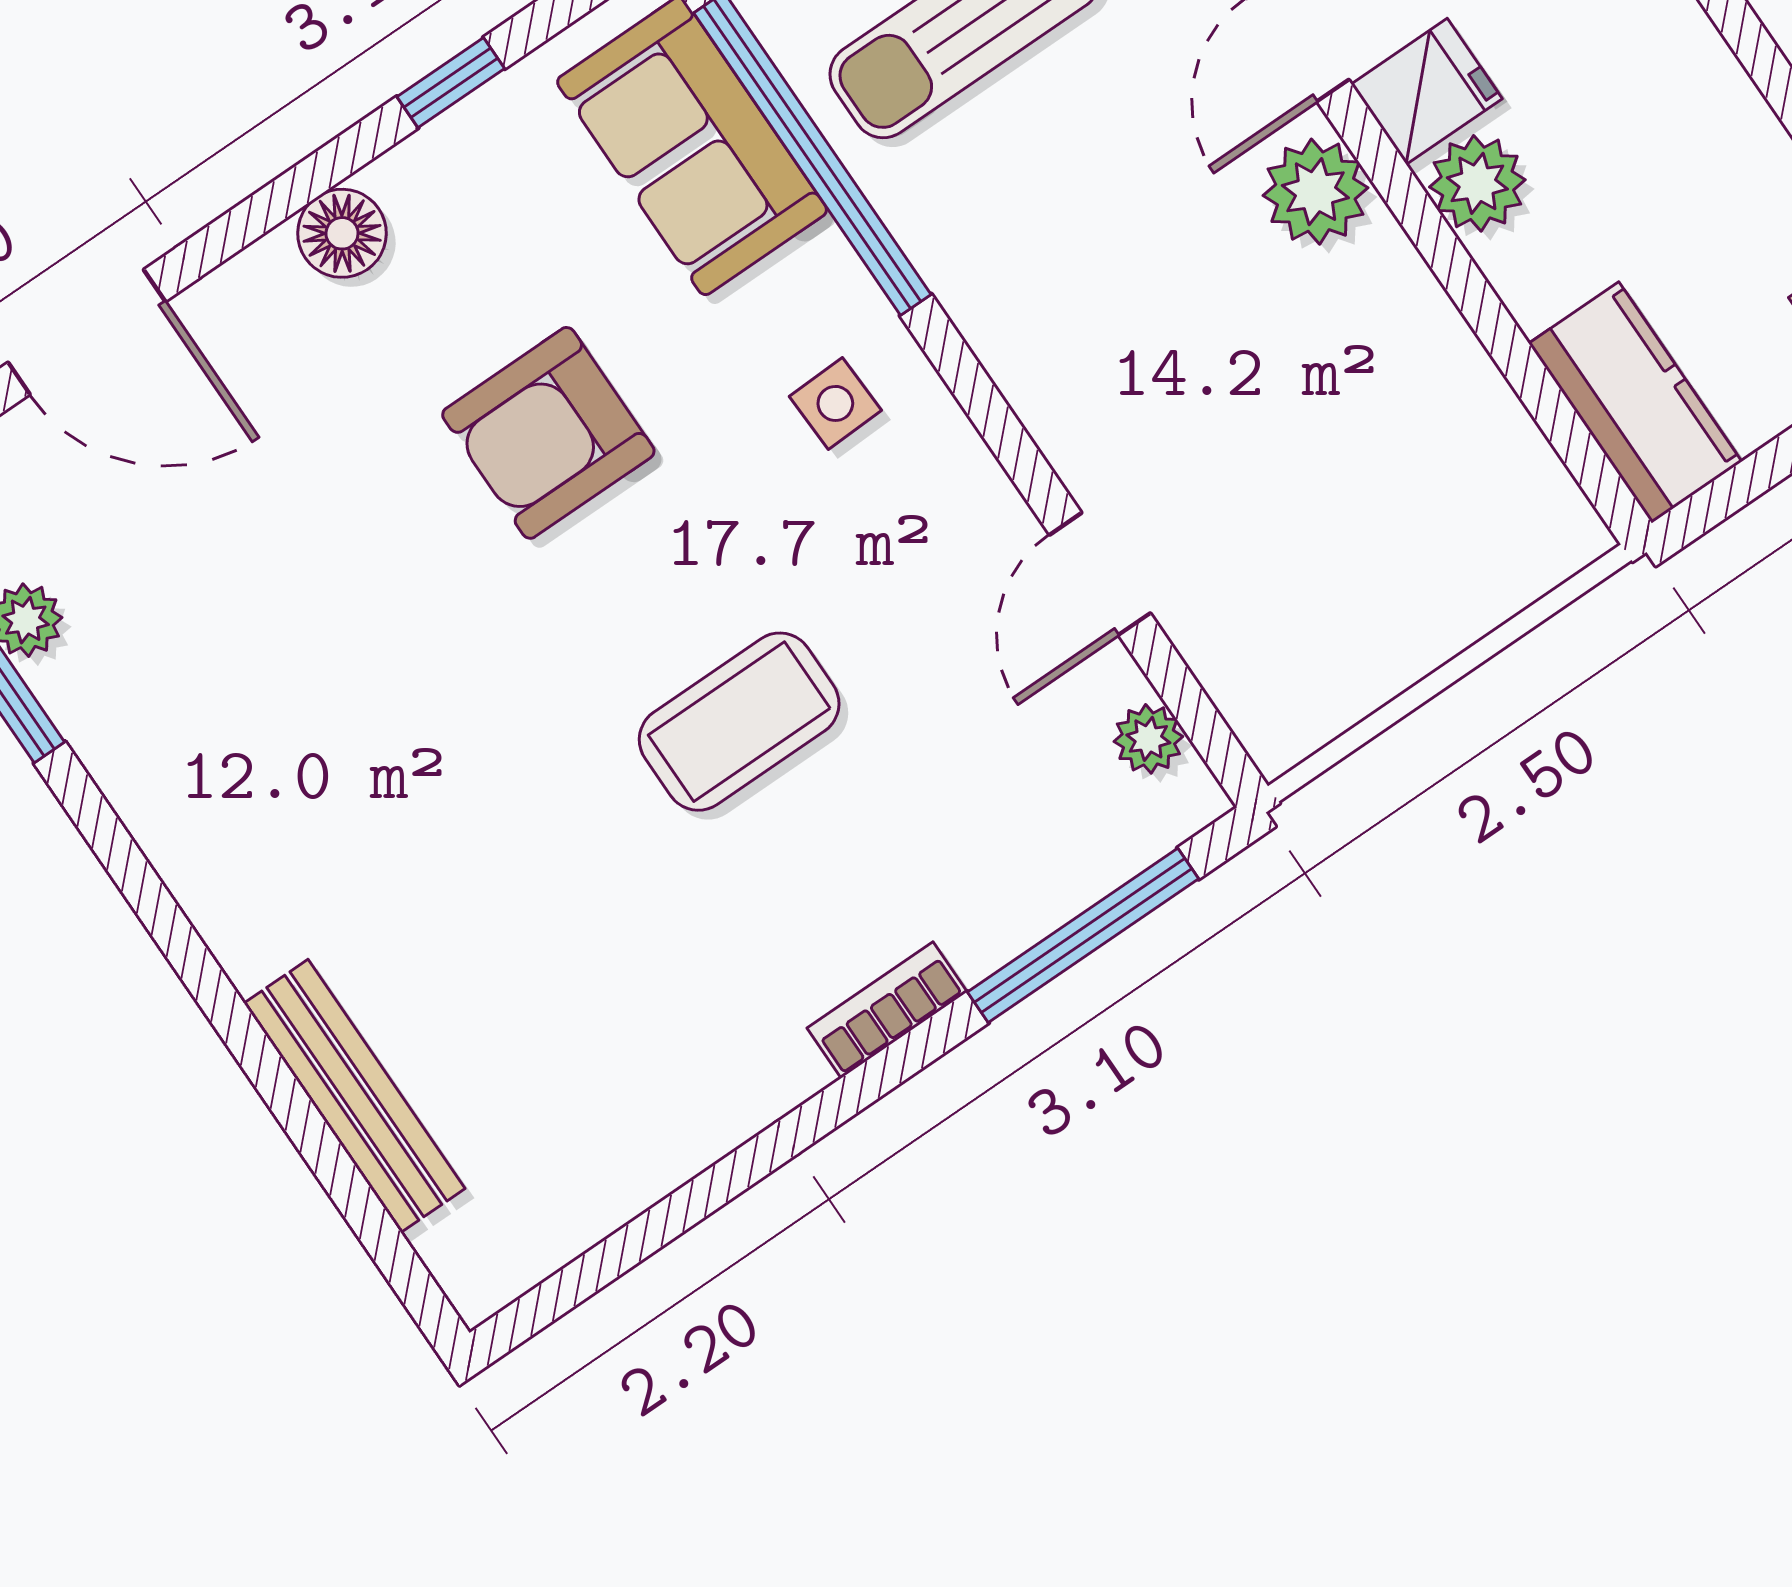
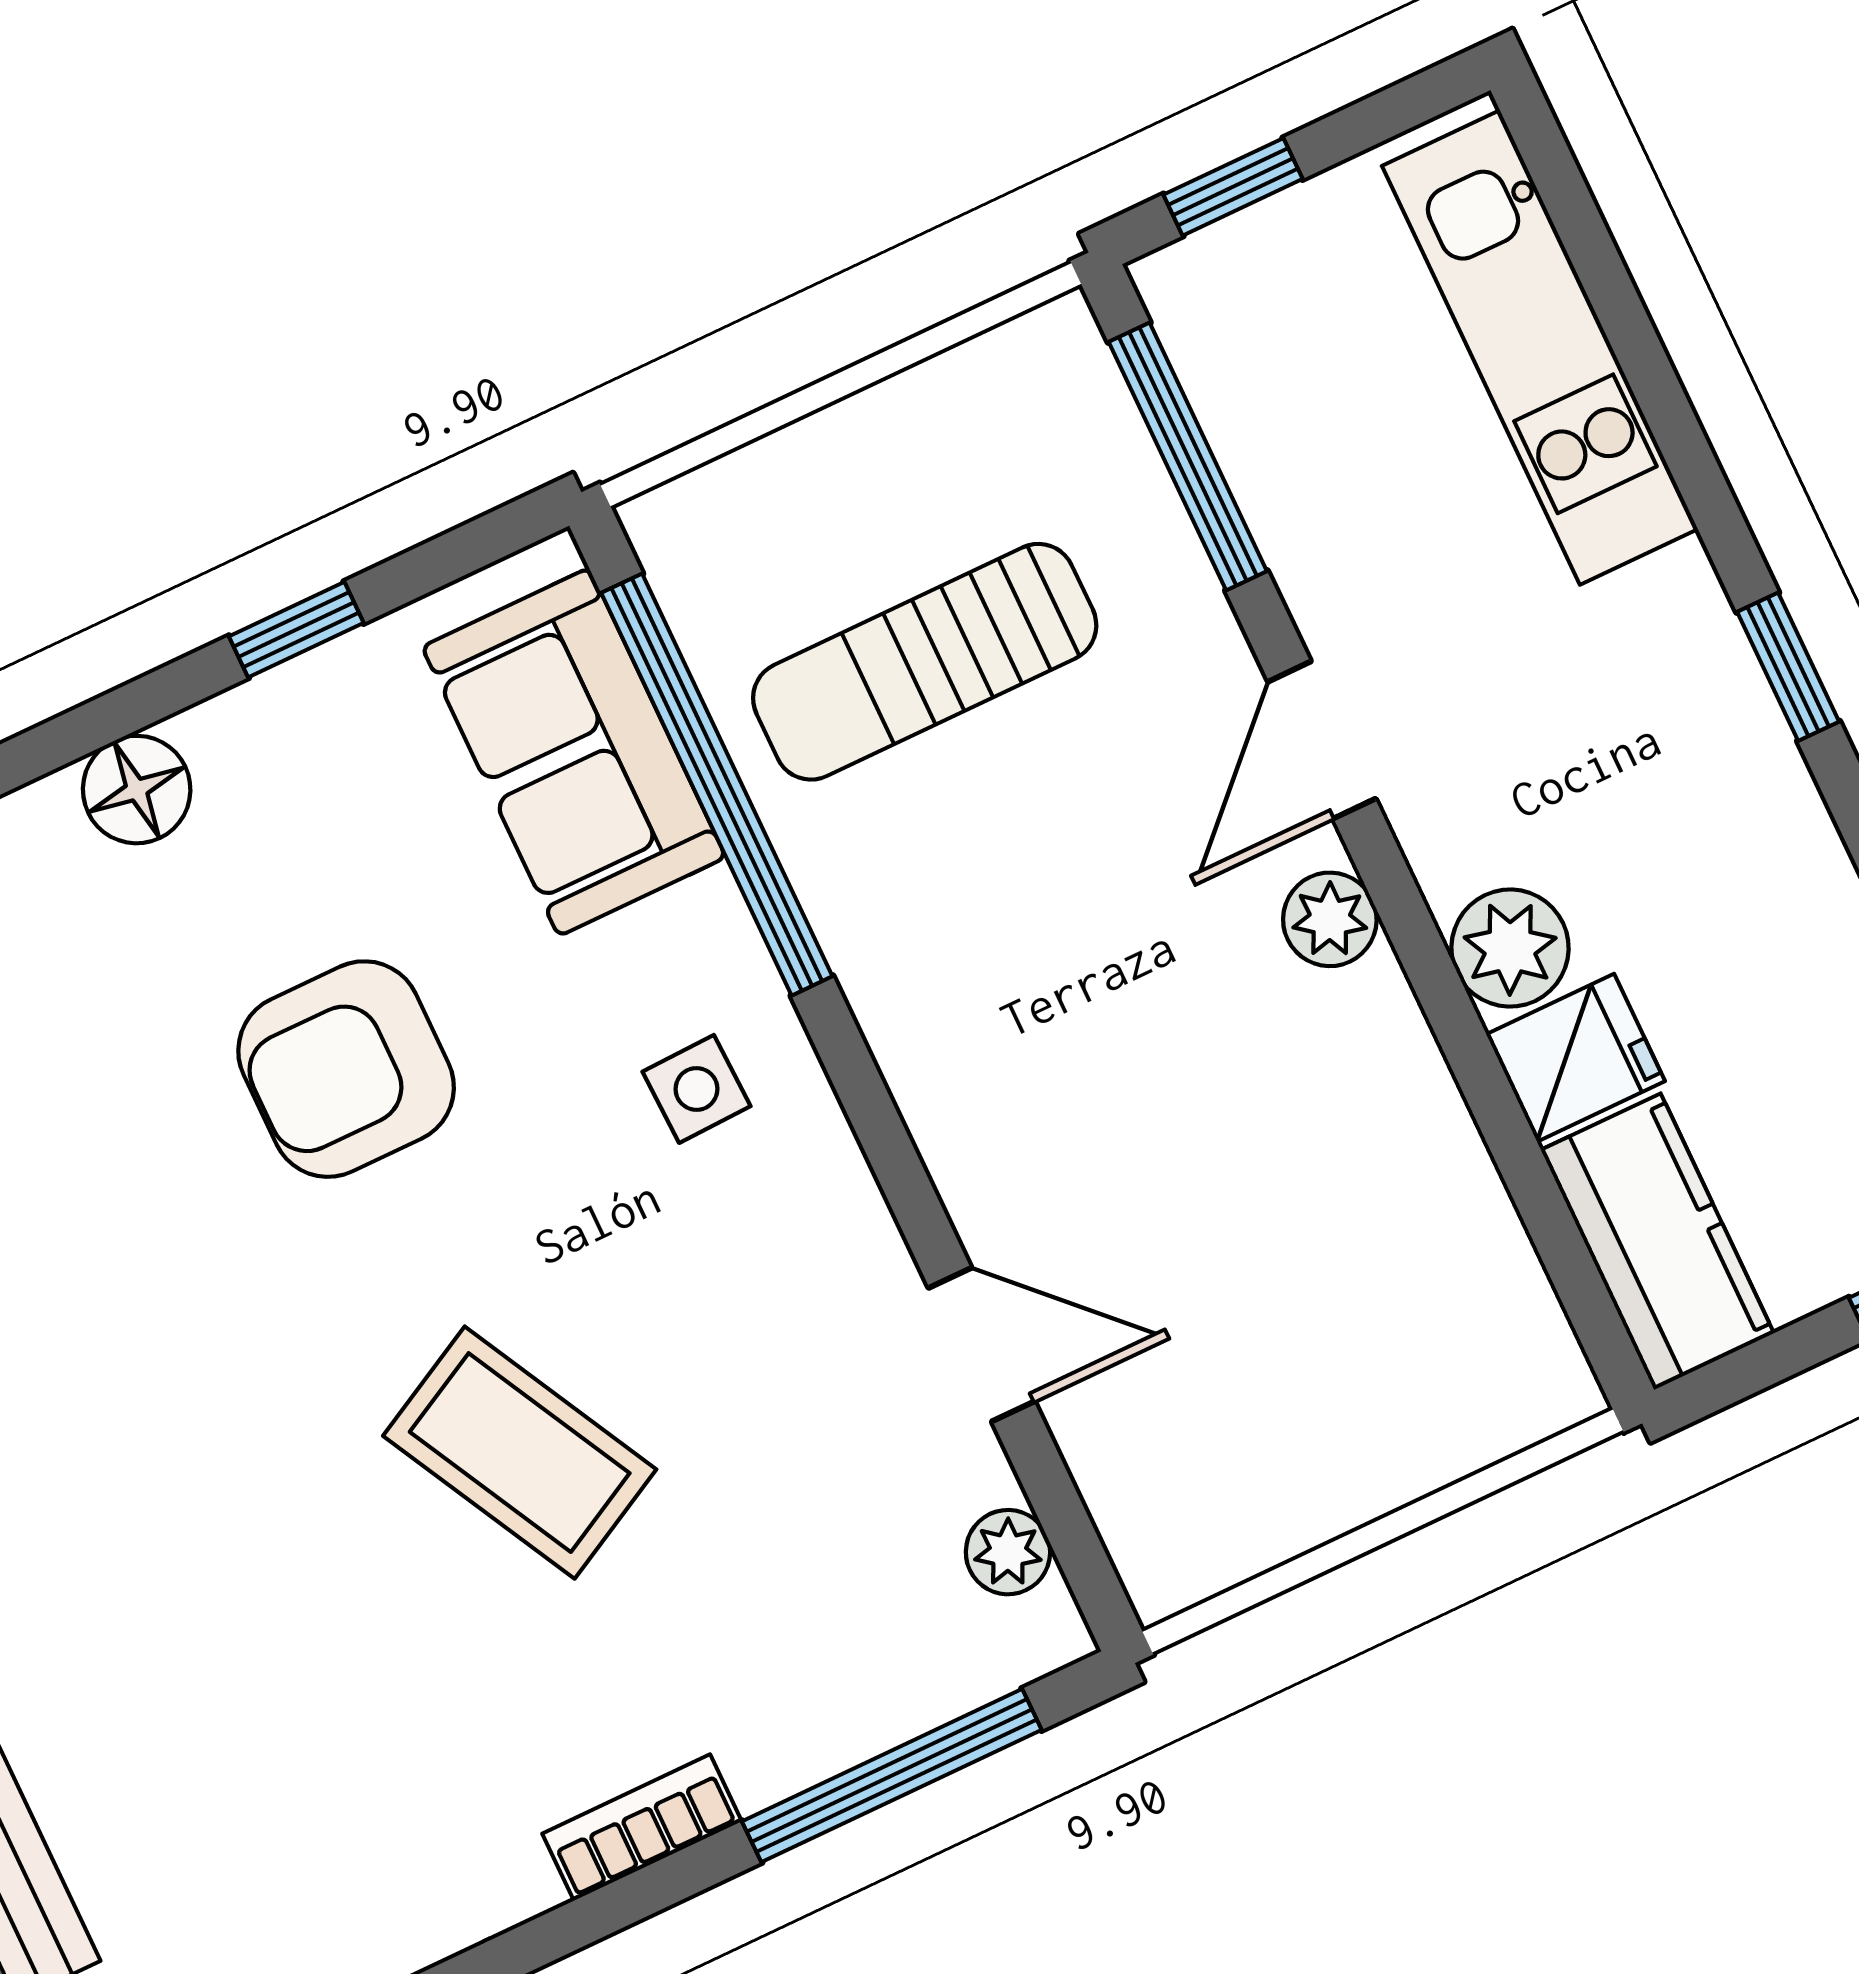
fridge: (1427, 91) -> (1575, 1058), moved
plant: (1315, 192) -> (1330, 919), width x0.73, depth x0.73
door: (1100, 574) -> (982, 1345), swing flipped
coffee table: (739, 722) -> (520, 1453), turned 62

